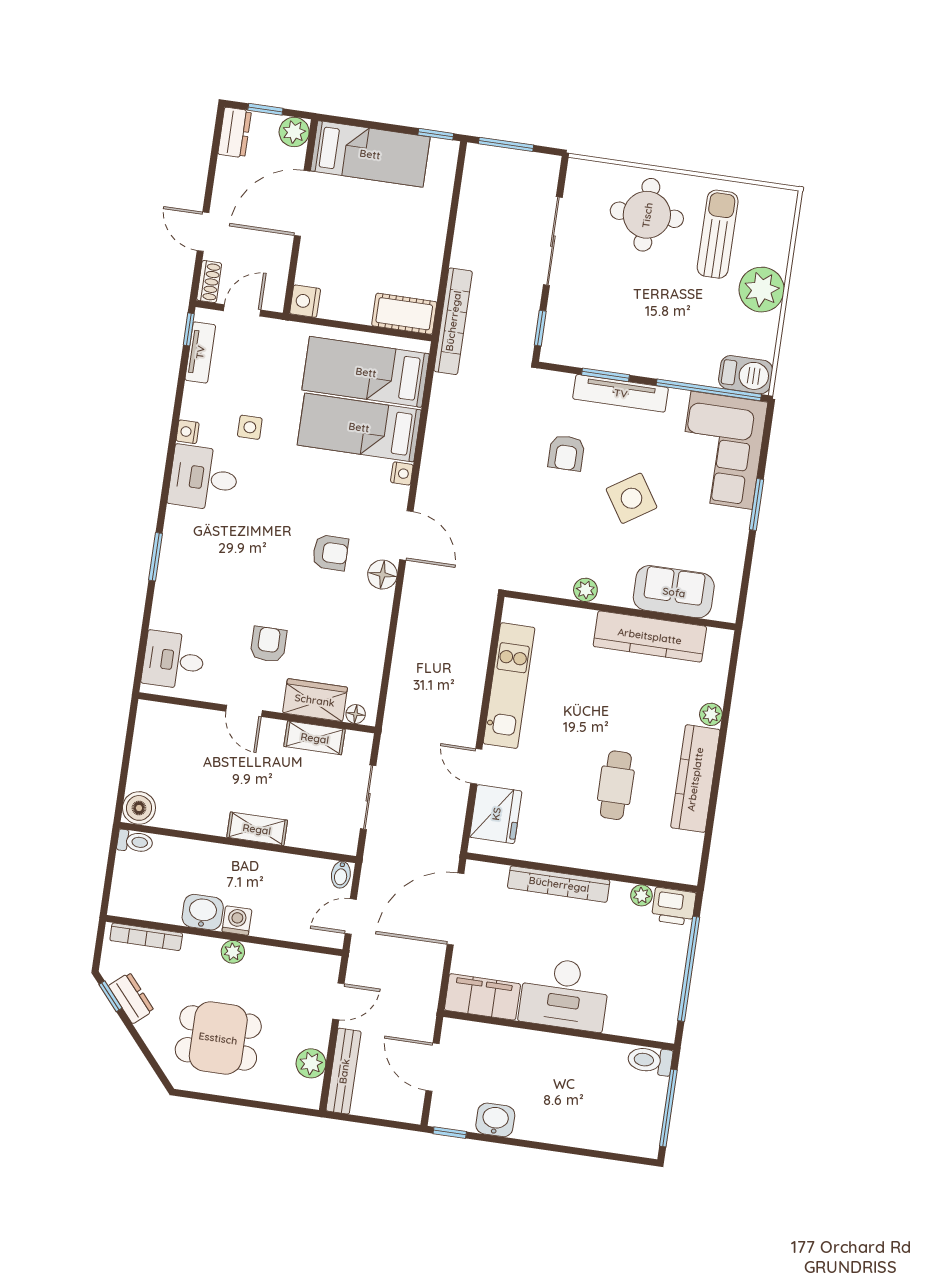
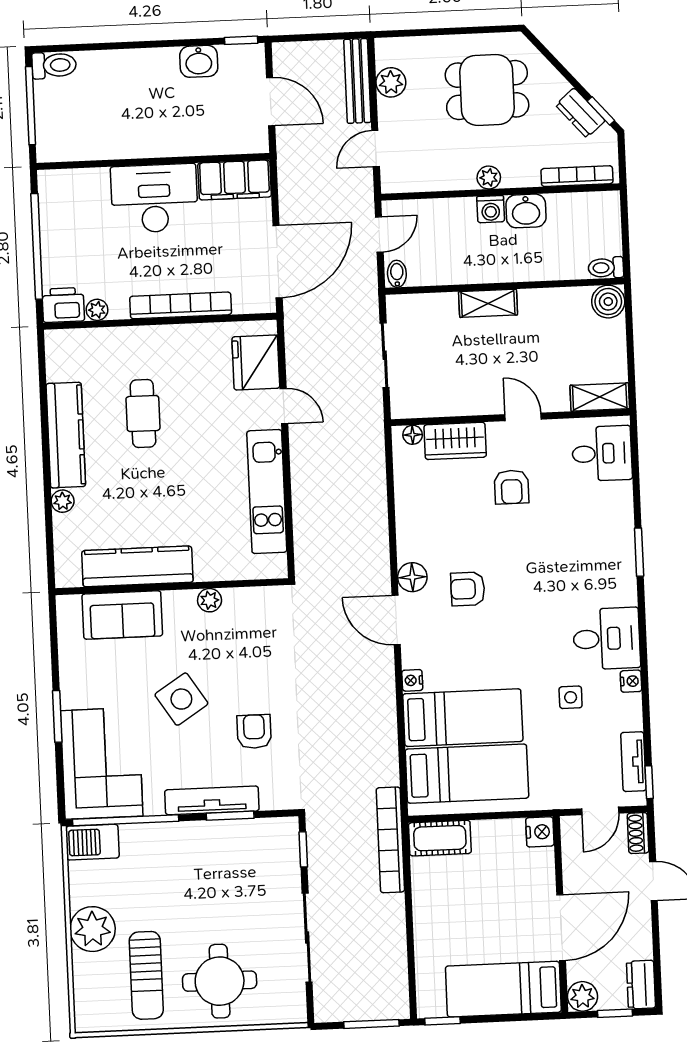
shelving: (315, 738) -> (600, 397), moved
toilet: (650, 1060) -> (54, 65), moved

